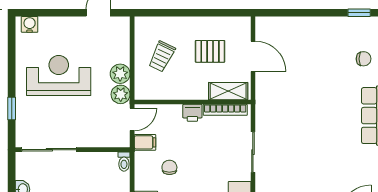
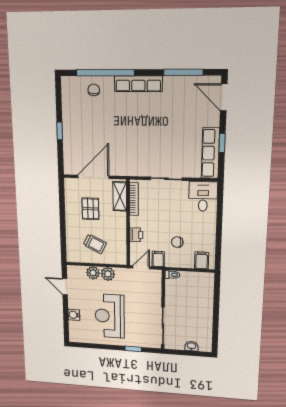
window: (359, 13) -> (60, 131), moved
water cooler: (30, 24) -> (74, 315), moved
door: (253, 56) -> (93, 177), width x1.36
plant: (121, 94) -> (93, 273), moved
printer: (192, 113) -> (136, 235), moved
door: (132, 119) -> (141, 267), hinge flipped

